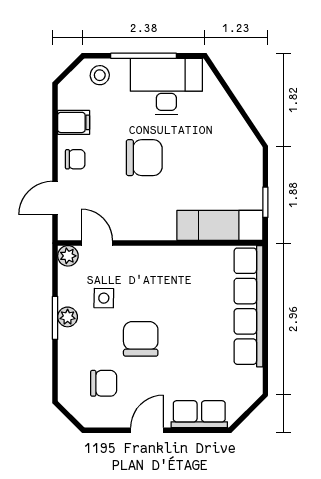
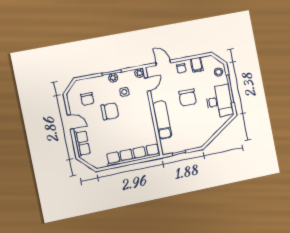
exam couch: (220, 225) -> (162, 120), moved

